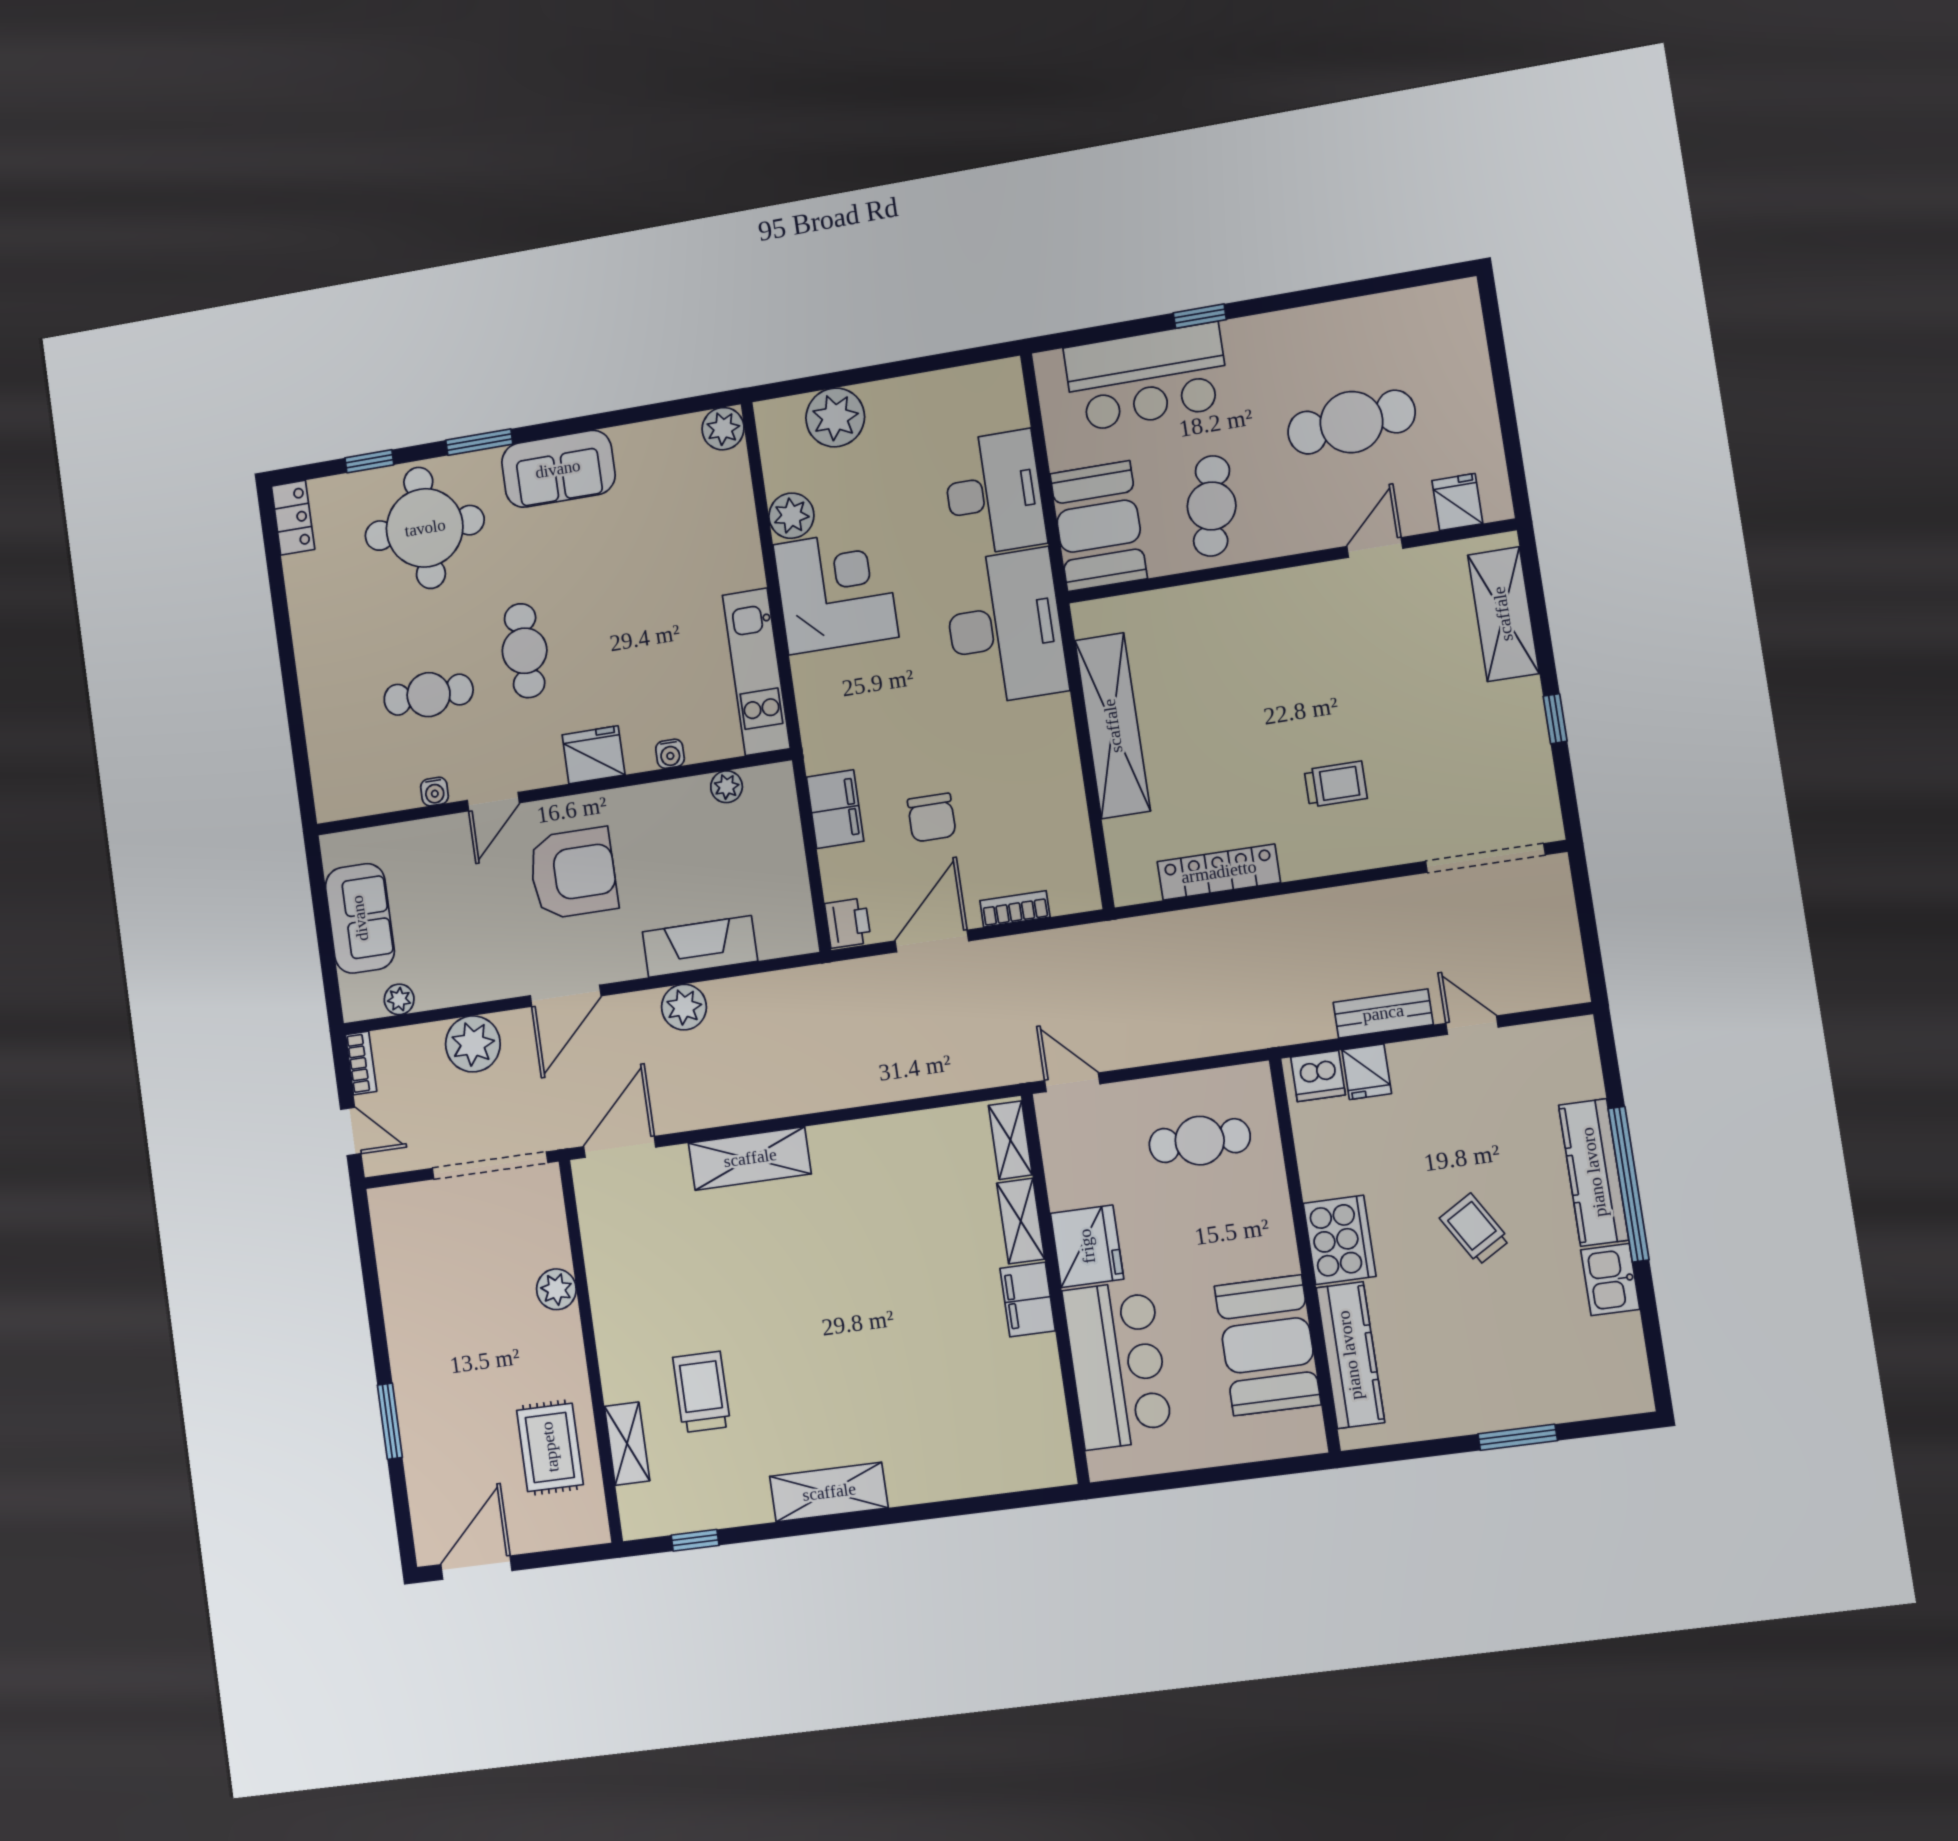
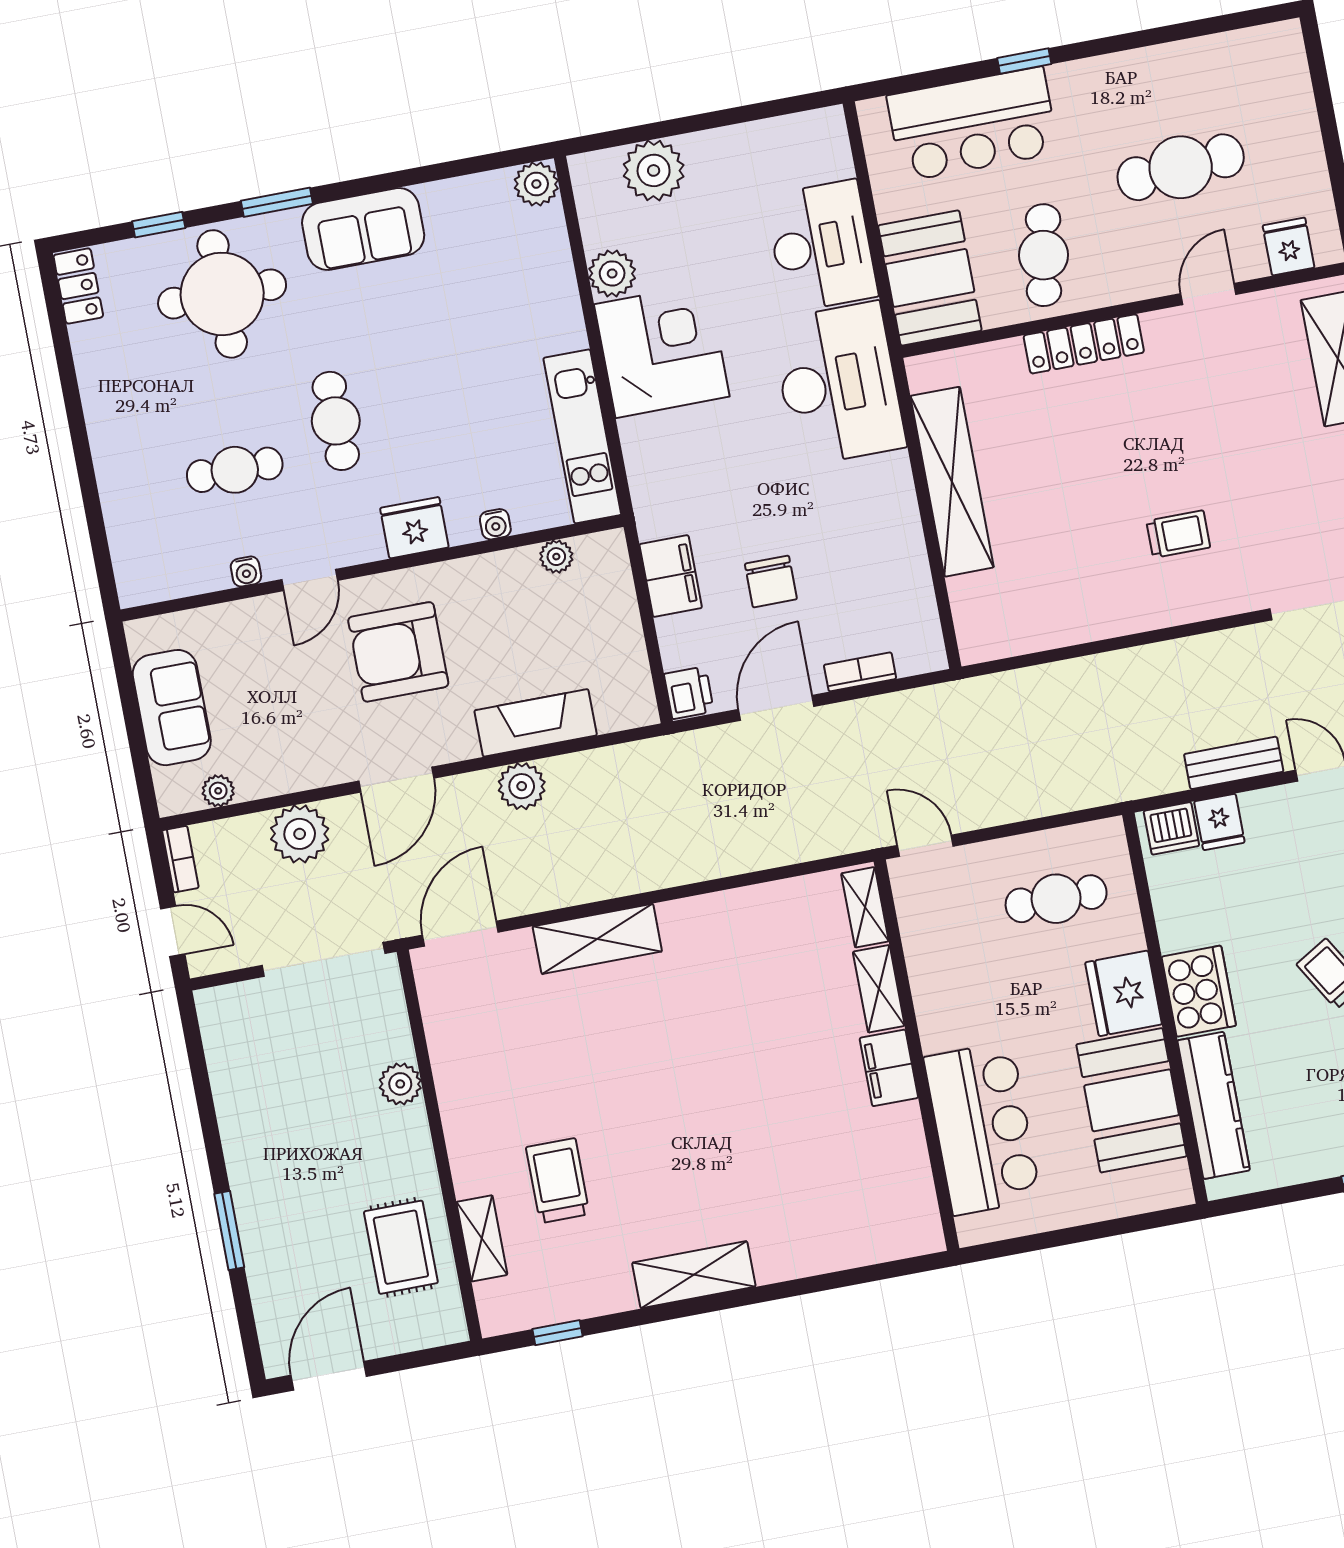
locker: (1219, 872) -> (1084, 344), moved, turned 180
armchair: (573, 873) -> (398, 652), turned 180
fridge: (1087, 1246) -> (1123, 993), moved, turned 180

